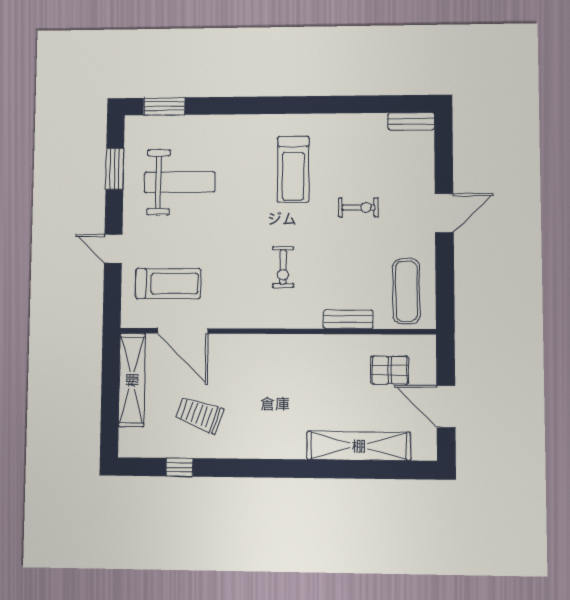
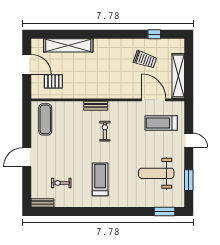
exercise bike: (358, 207) -> (61, 183), moved
bench: (348, 319) -> (96, 106), moved

